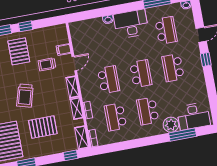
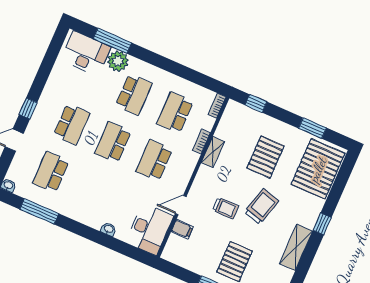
desk: (131, 24) -> (149, 229), moved, turned -90
trolley: (47, 64) -> (226, 208), moved
shelving: (73, 87) -> (201, 180), removed
school desk: (116, 117) -> (175, 113), turned 180
pallet: (43, 127) -> (265, 157), turned 90
shelving: (82, 138) -> (229, 115), removed

